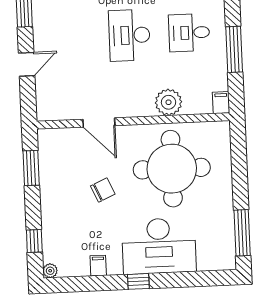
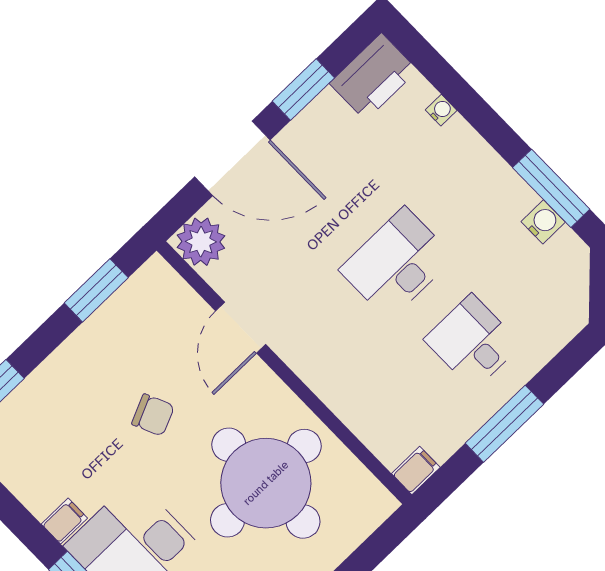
door: (27, 64) -> (232, 158), width x1.87
plant: (168, 102) -> (201, 242), moved
filing cabinet: (98, 266) -> (64, 521), moved

